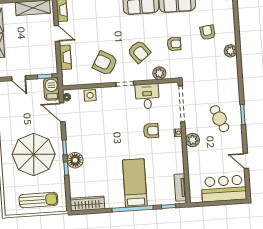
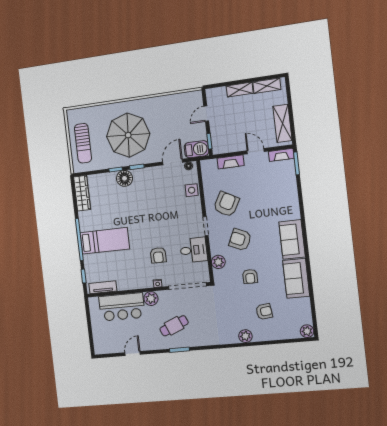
door: (57, 33) -> (256, 151), swing flipped
armchair: (139, 52) -> (240, 240), turned 62
bar counter: (224, 189) -> (122, 307), moved, turned 90

